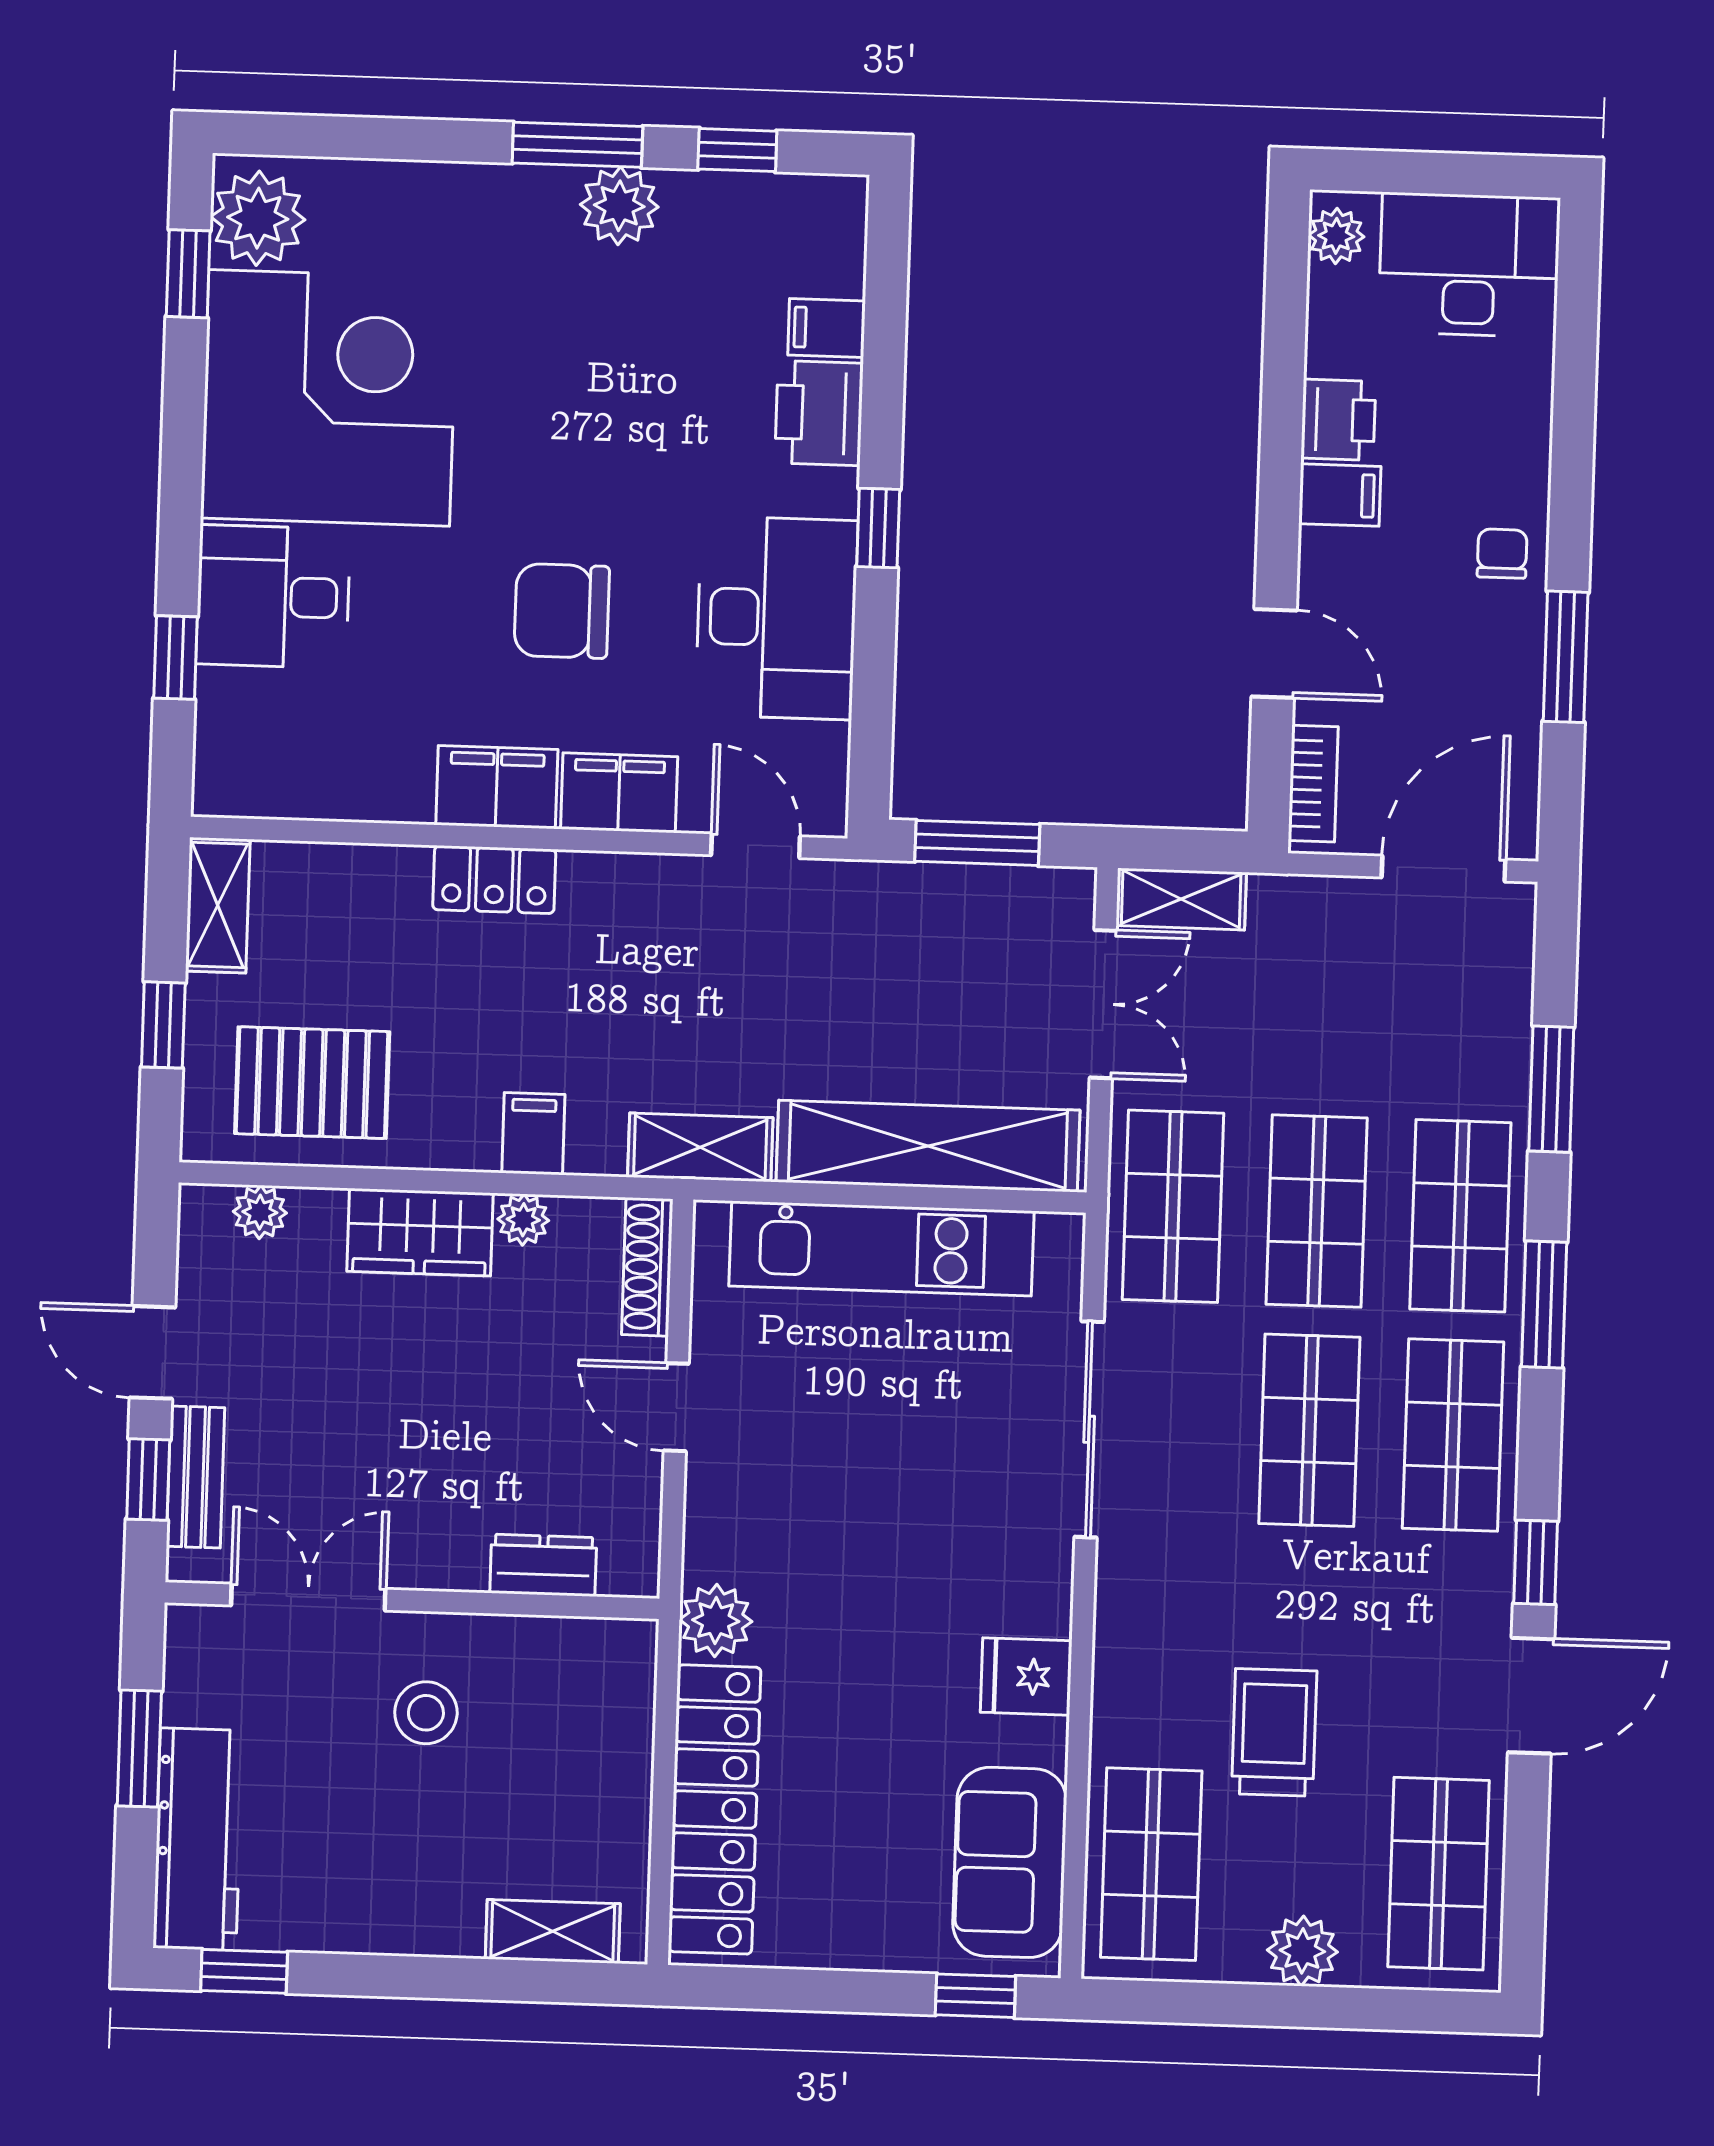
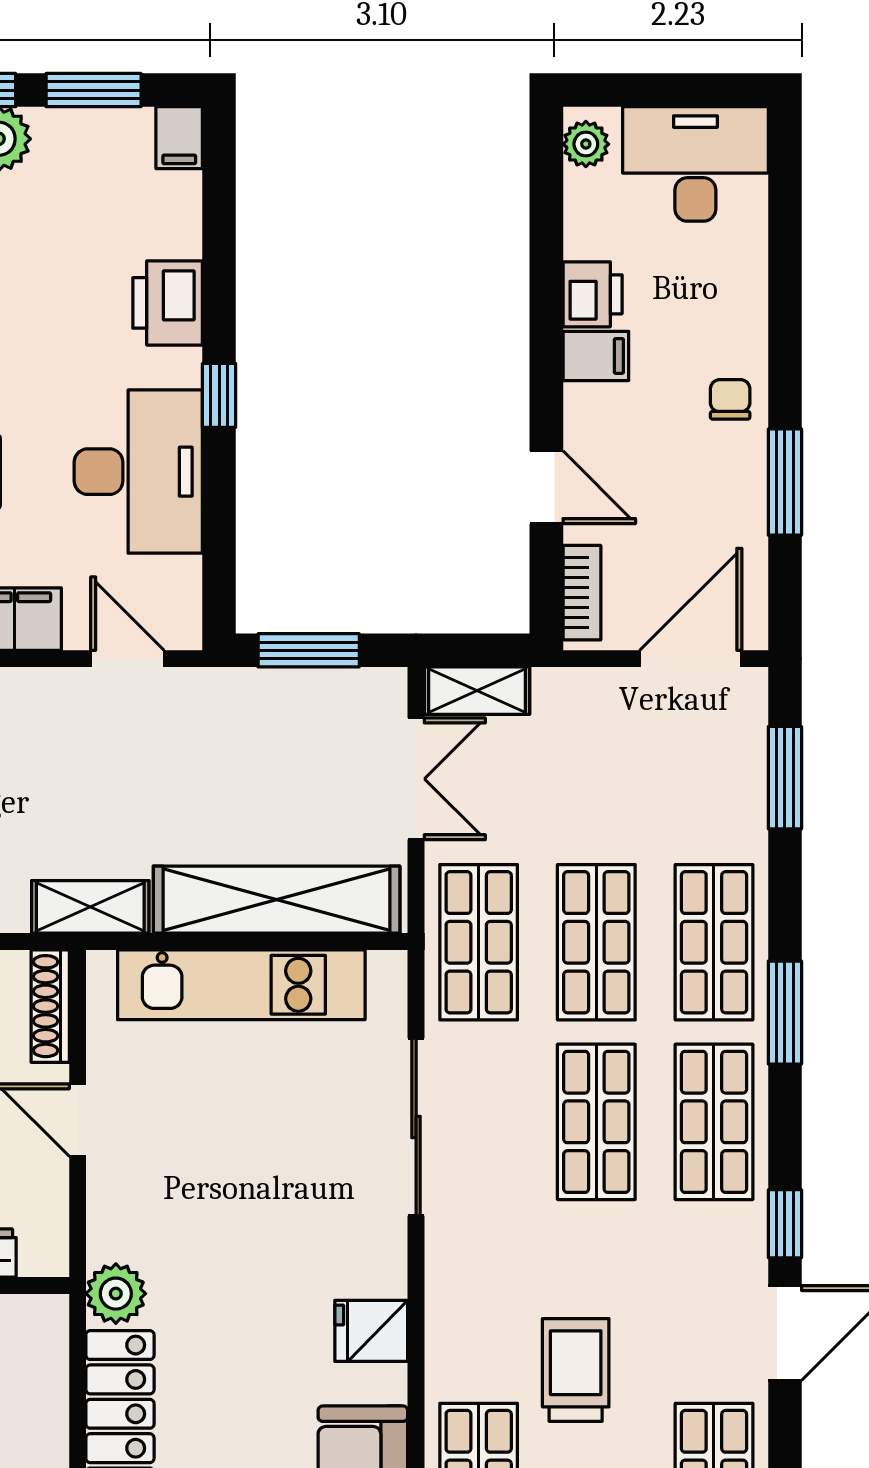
window: (737, 150) -> (94, 90), width x1.50
filing cabinet: (827, 328) -> (179, 138), moved, turned -90
window: (1551, 1089) -> (785, 778), moved

